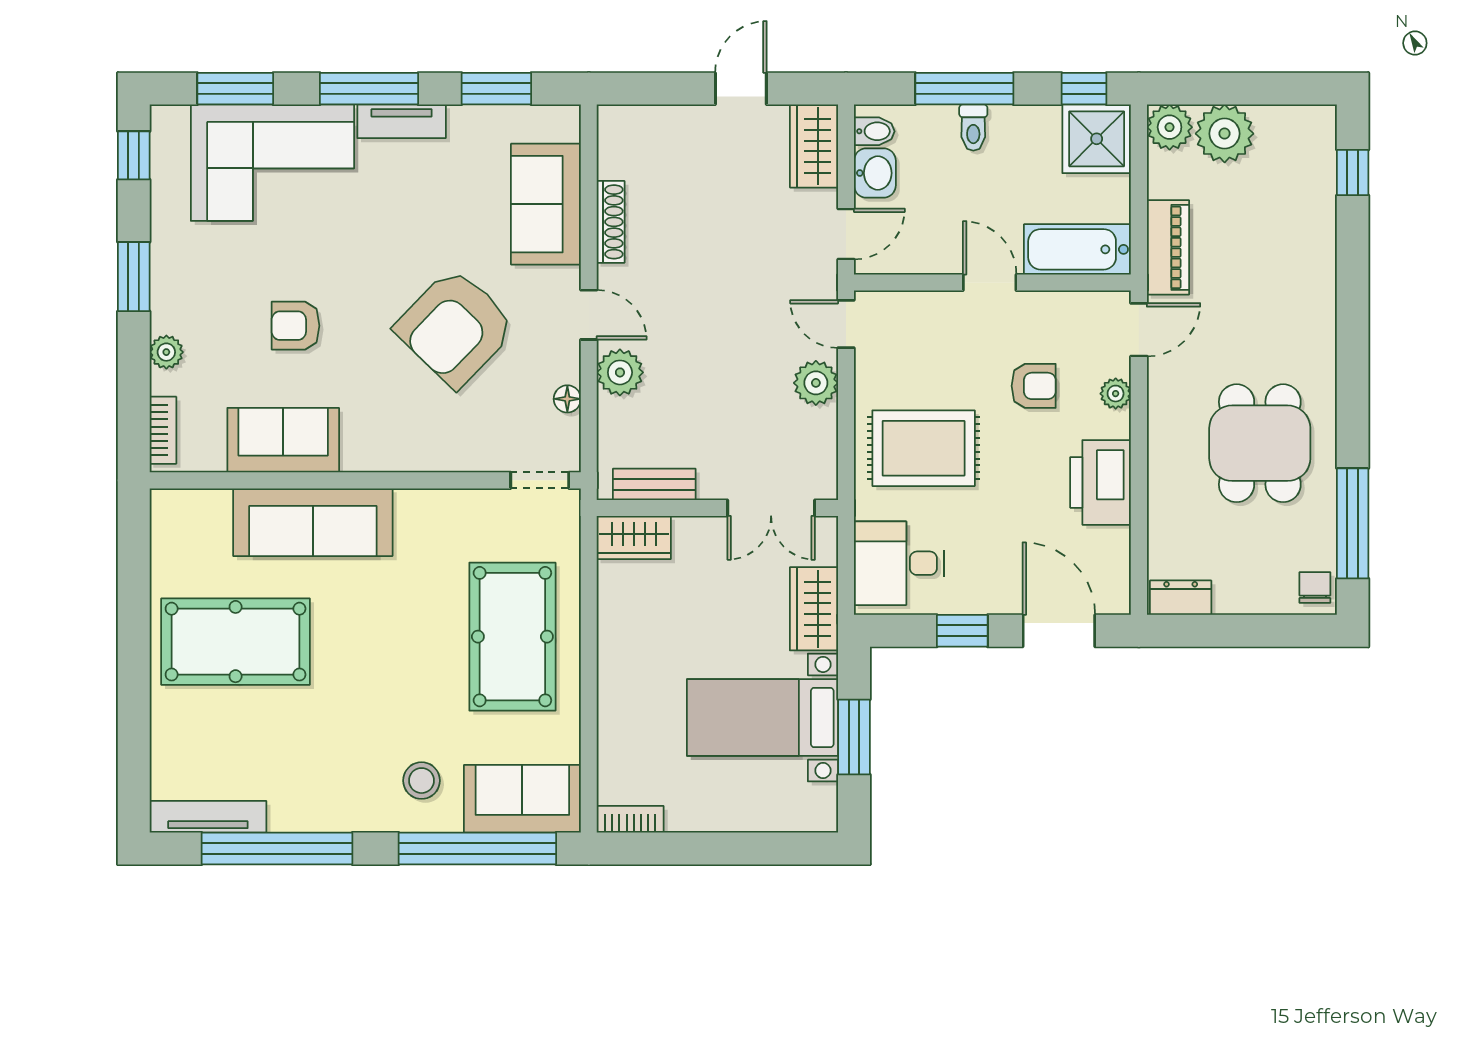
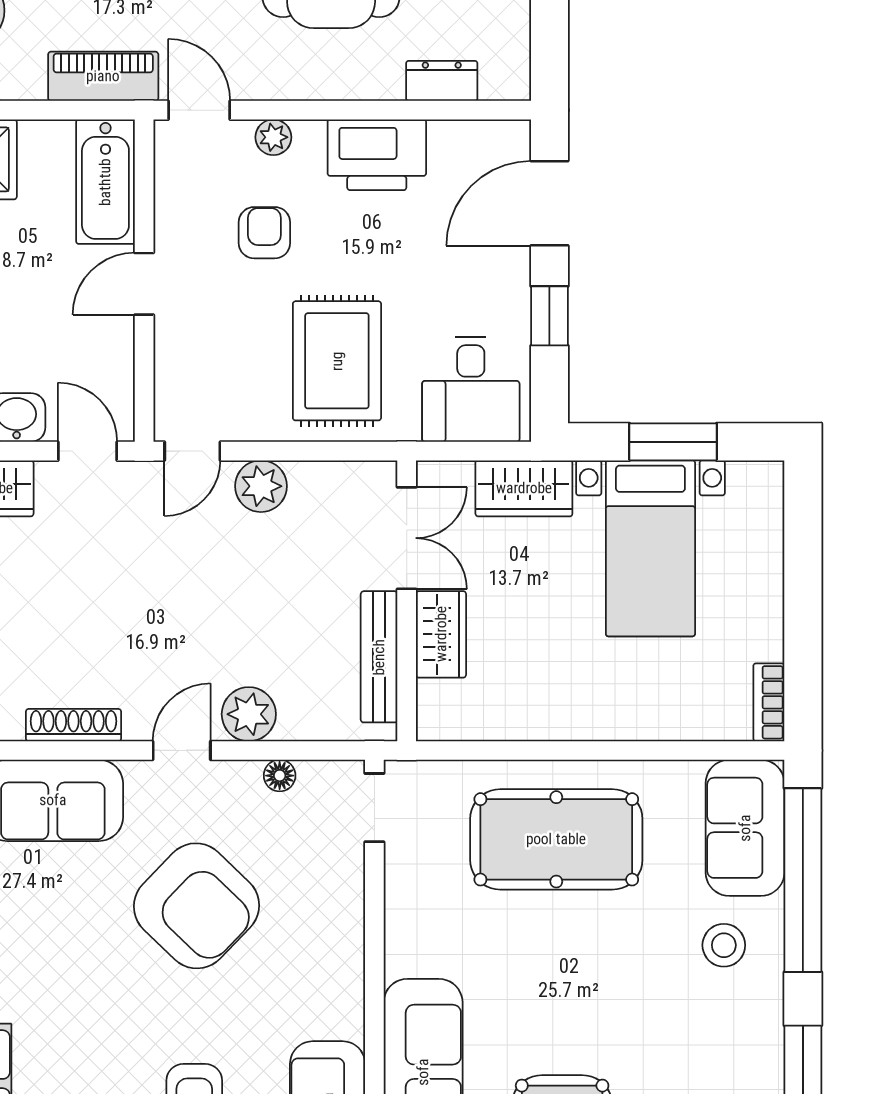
bench: (654, 484) -> (379, 657), width x1.36
wardrobe: (634, 538) -> (441, 634), moved
dresser: (1181, 598) -> (442, 81), moved, turned 90

